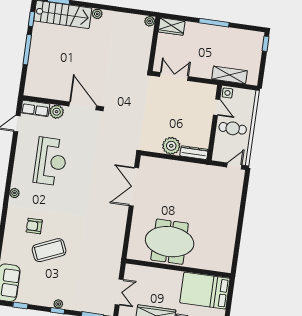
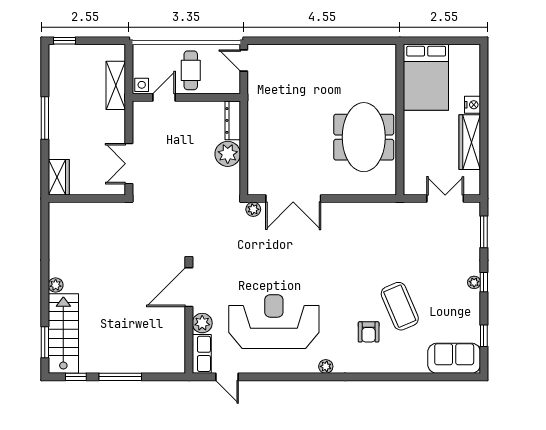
plant: (150, 21) -> (253, 209), moved
reception desk: (51, 161) -> (274, 322), width x1.36, depth x1.30

